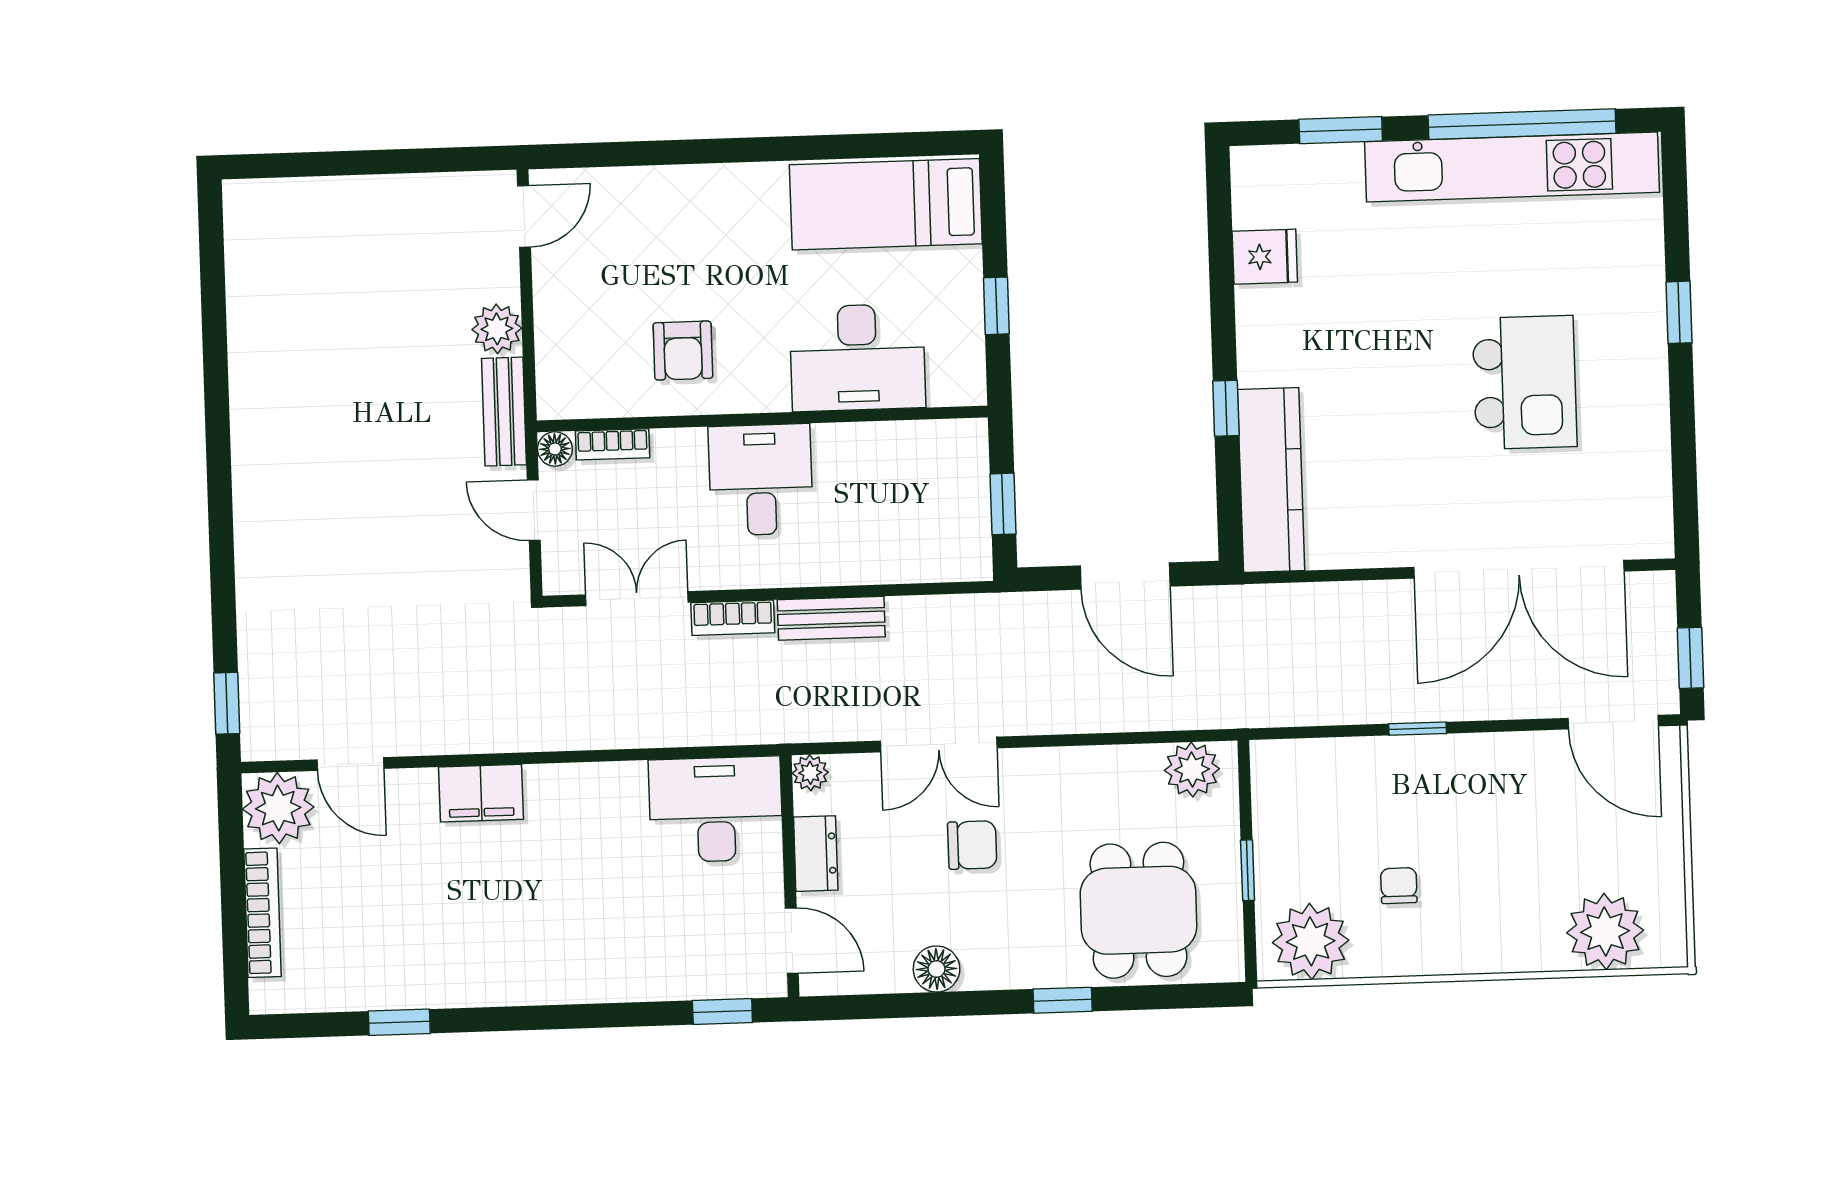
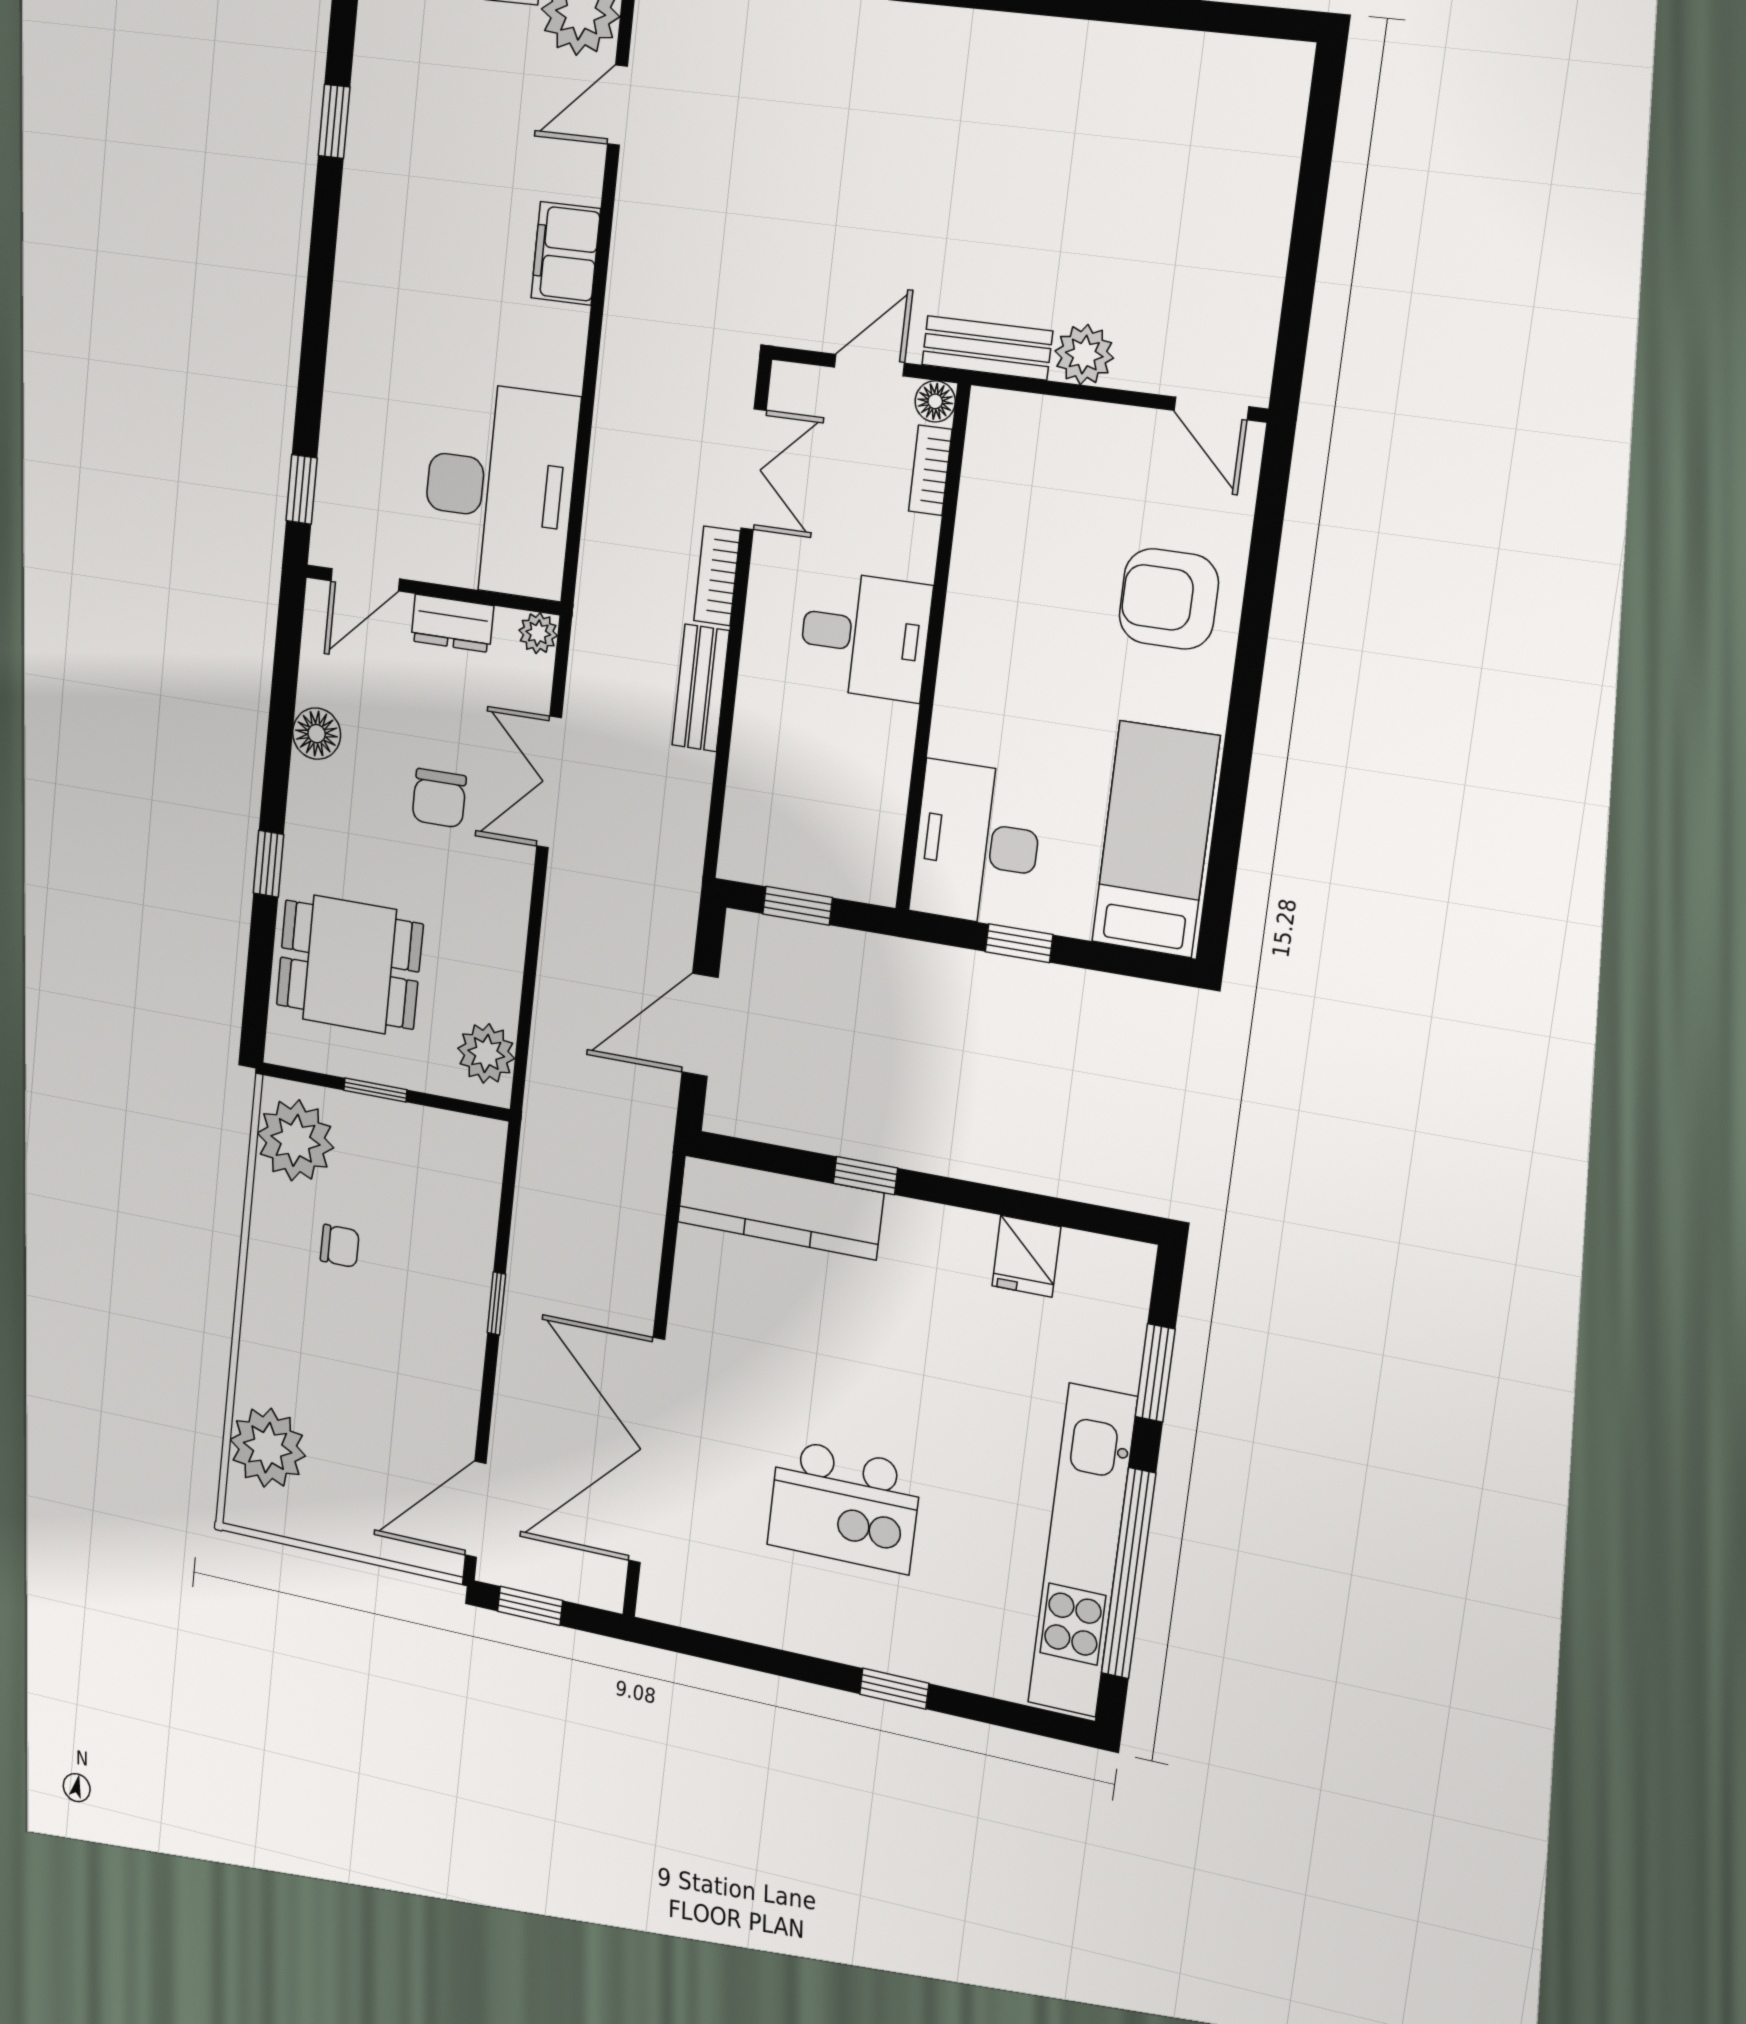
armchair: (683, 351) -> (1169, 599), moved, width x1.38, depth x1.38
desk: (858, 357) -> (977, 844), moved
desk: (716, 810) -> (499, 490), width x1.36, depth x1.30

